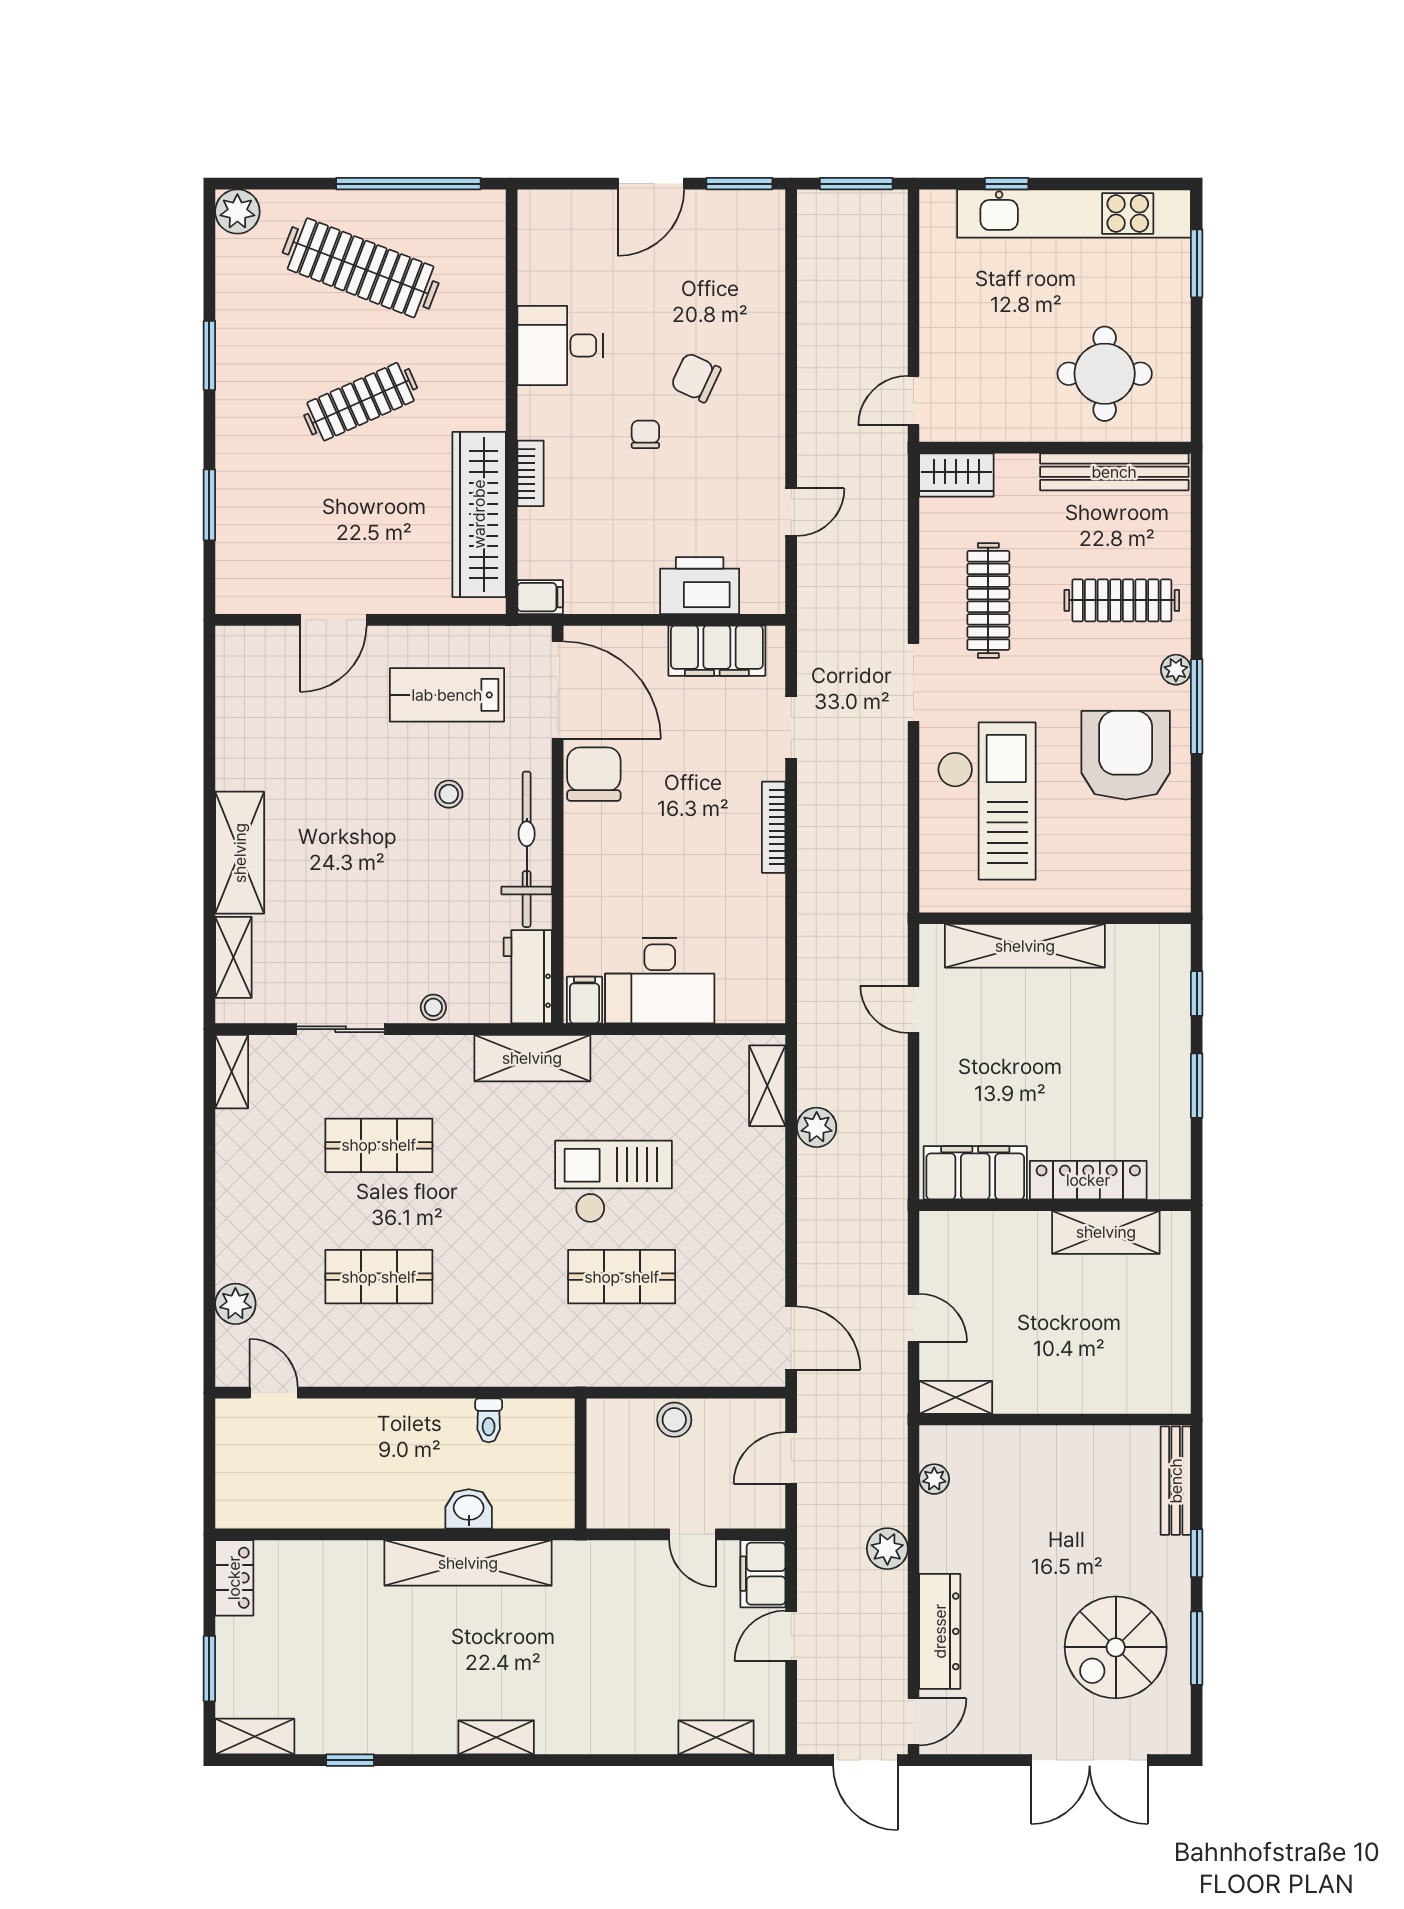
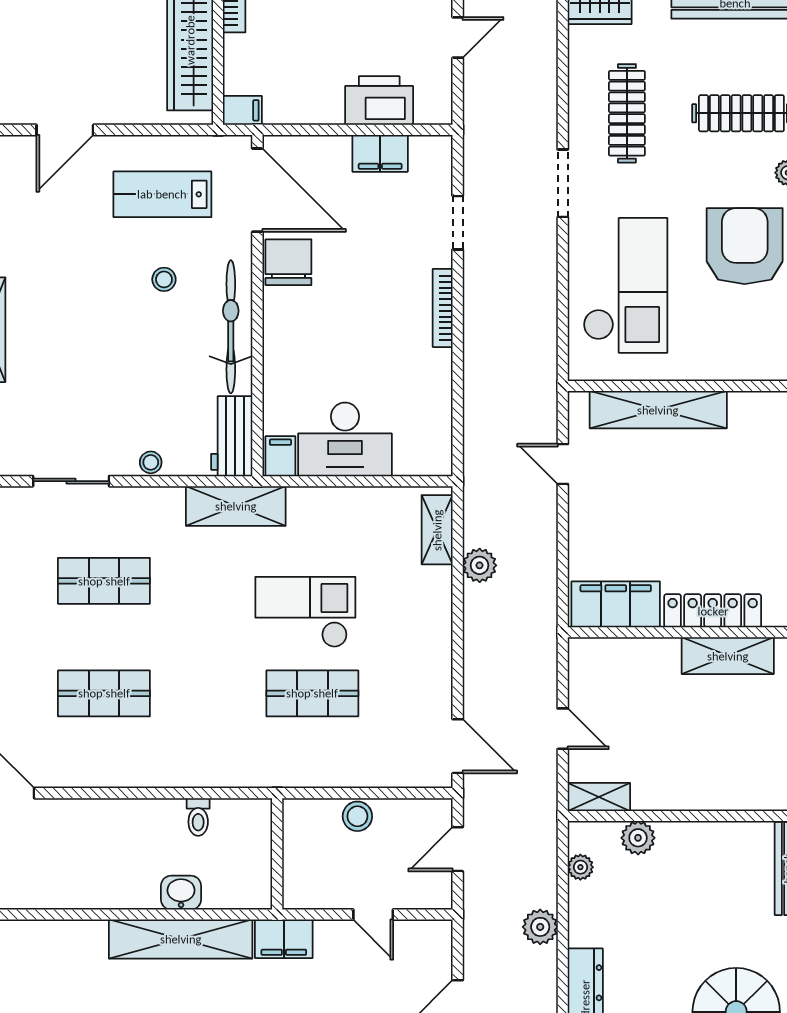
filing cabinet: (717, 651) -> (380, 153), width x0.67, depth x0.86
plant: (1001, 1445) -> (638, 838), added
filing cabinet: (763, 1574) -> (284, 939), moved, turned -90

